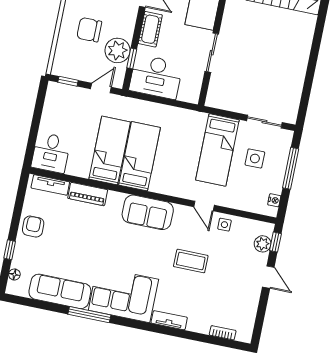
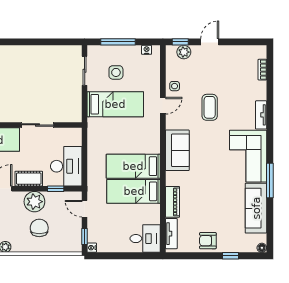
chair: (89, 30) -> (39, 228), turned 180
plant: (117, 50) -> (34, 202), moved
nightstand: (53, 87) -> (92, 248), added
floor lamp: (14, 274) -> (262, 248), moved

